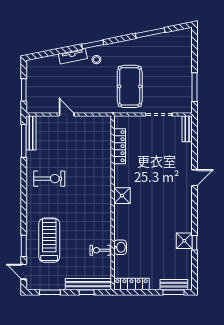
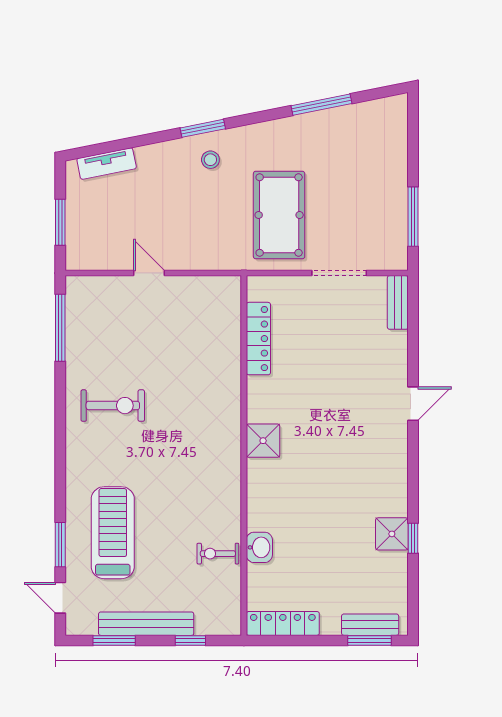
tv unit: (73, 56) -> (107, 164), moved
bench: (31, 133) -> (75, 311), removed
bench: (88, 284) -> (146, 624), moved

